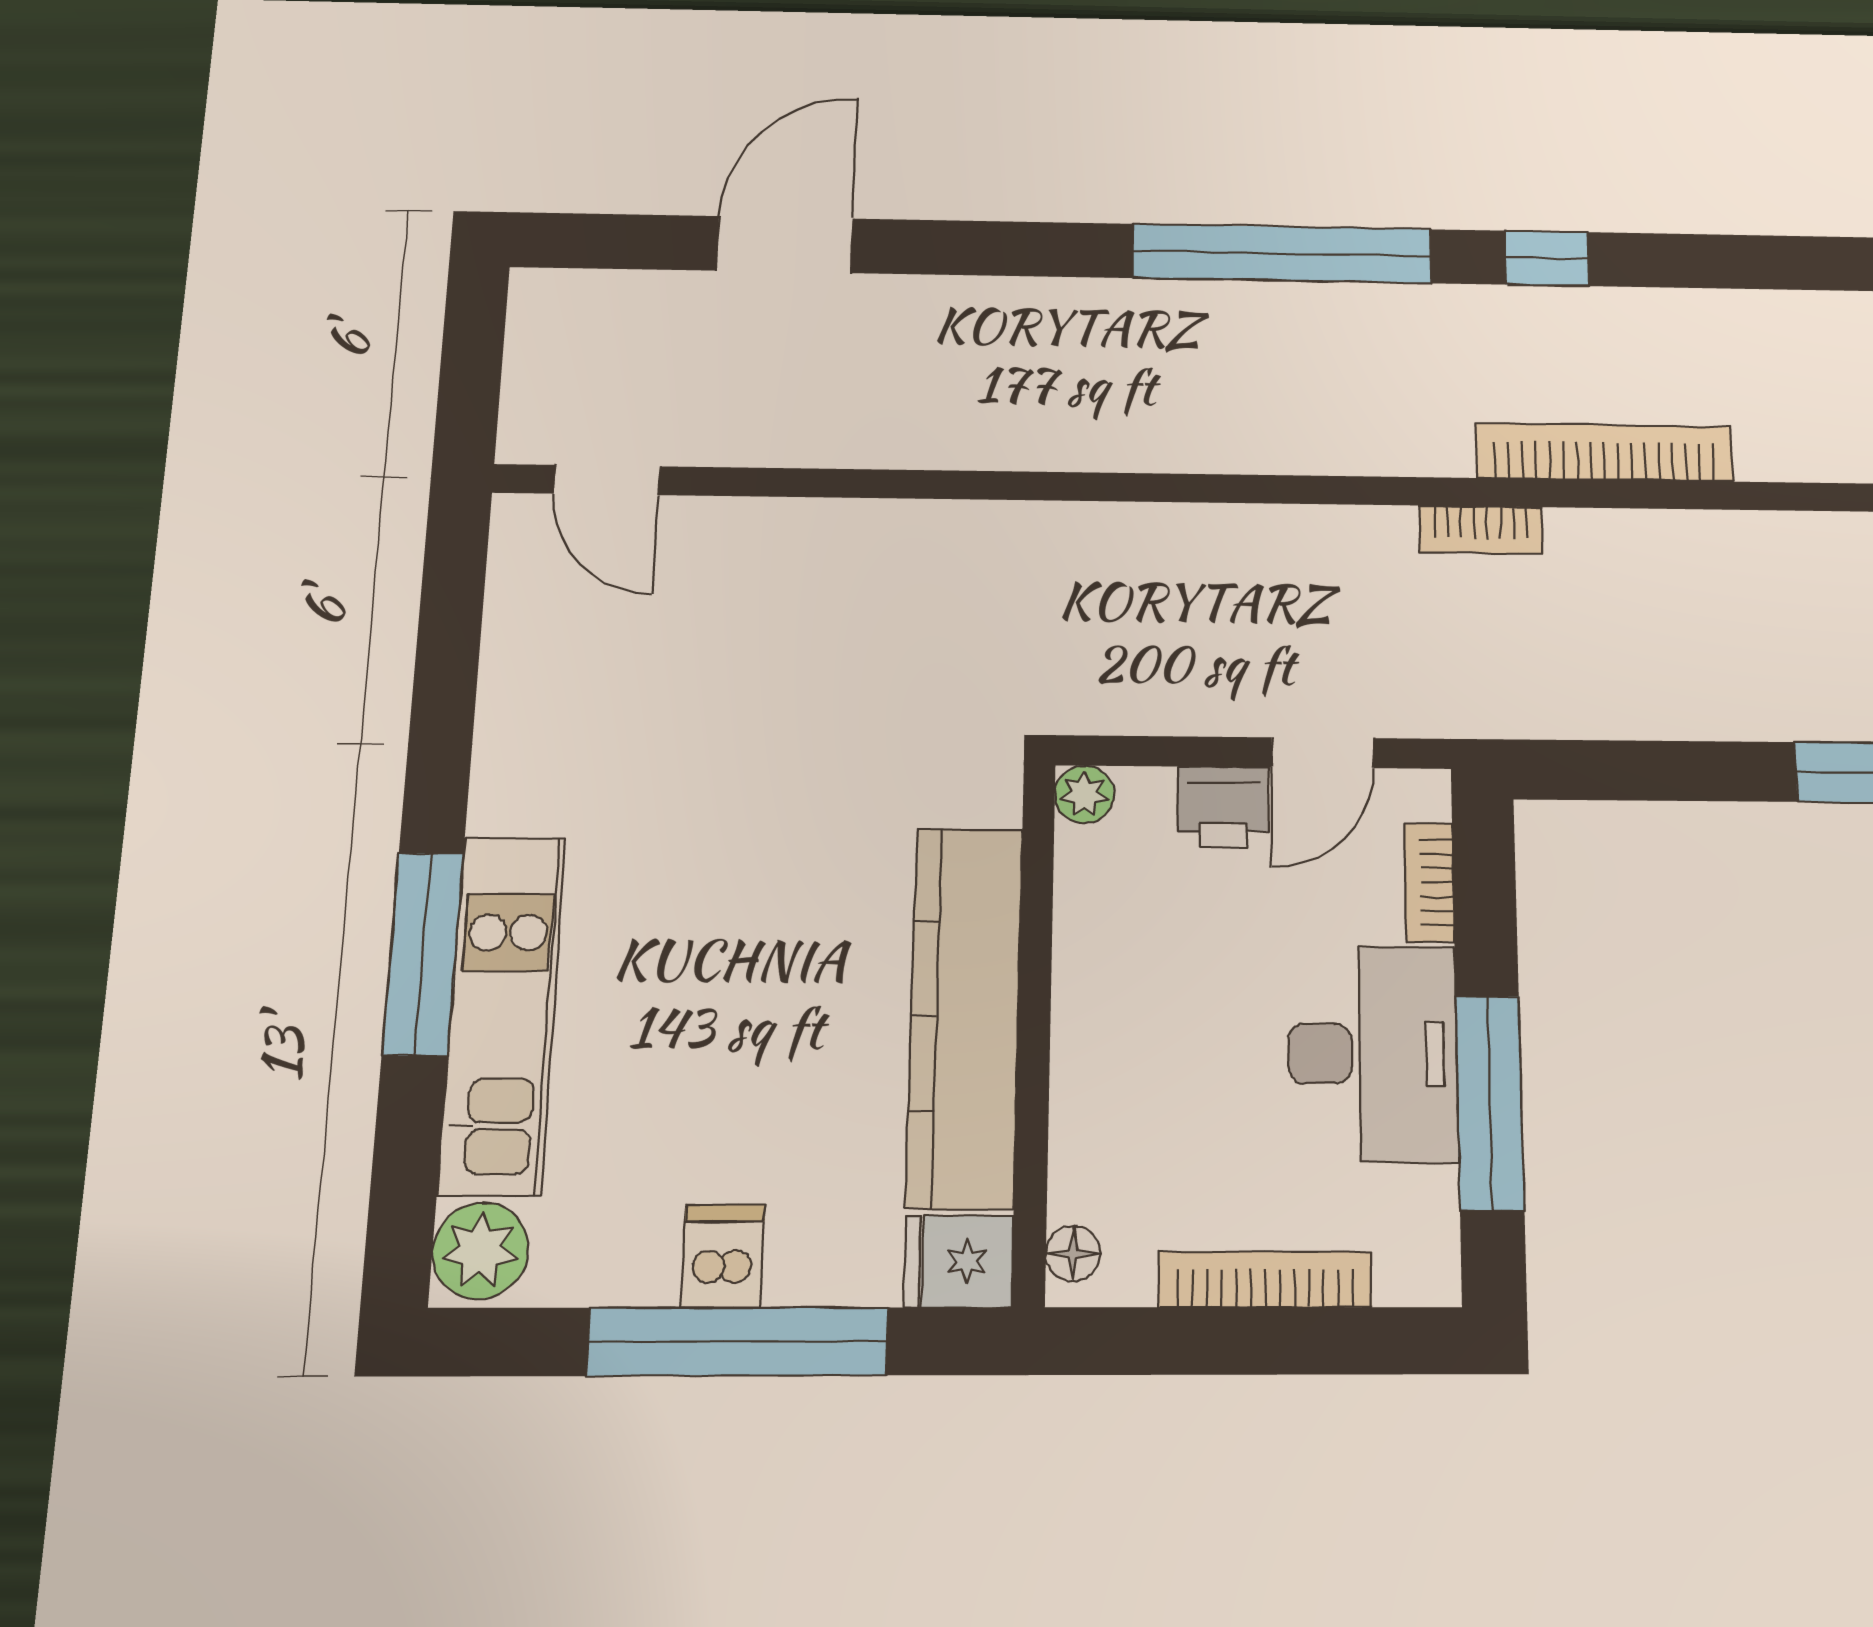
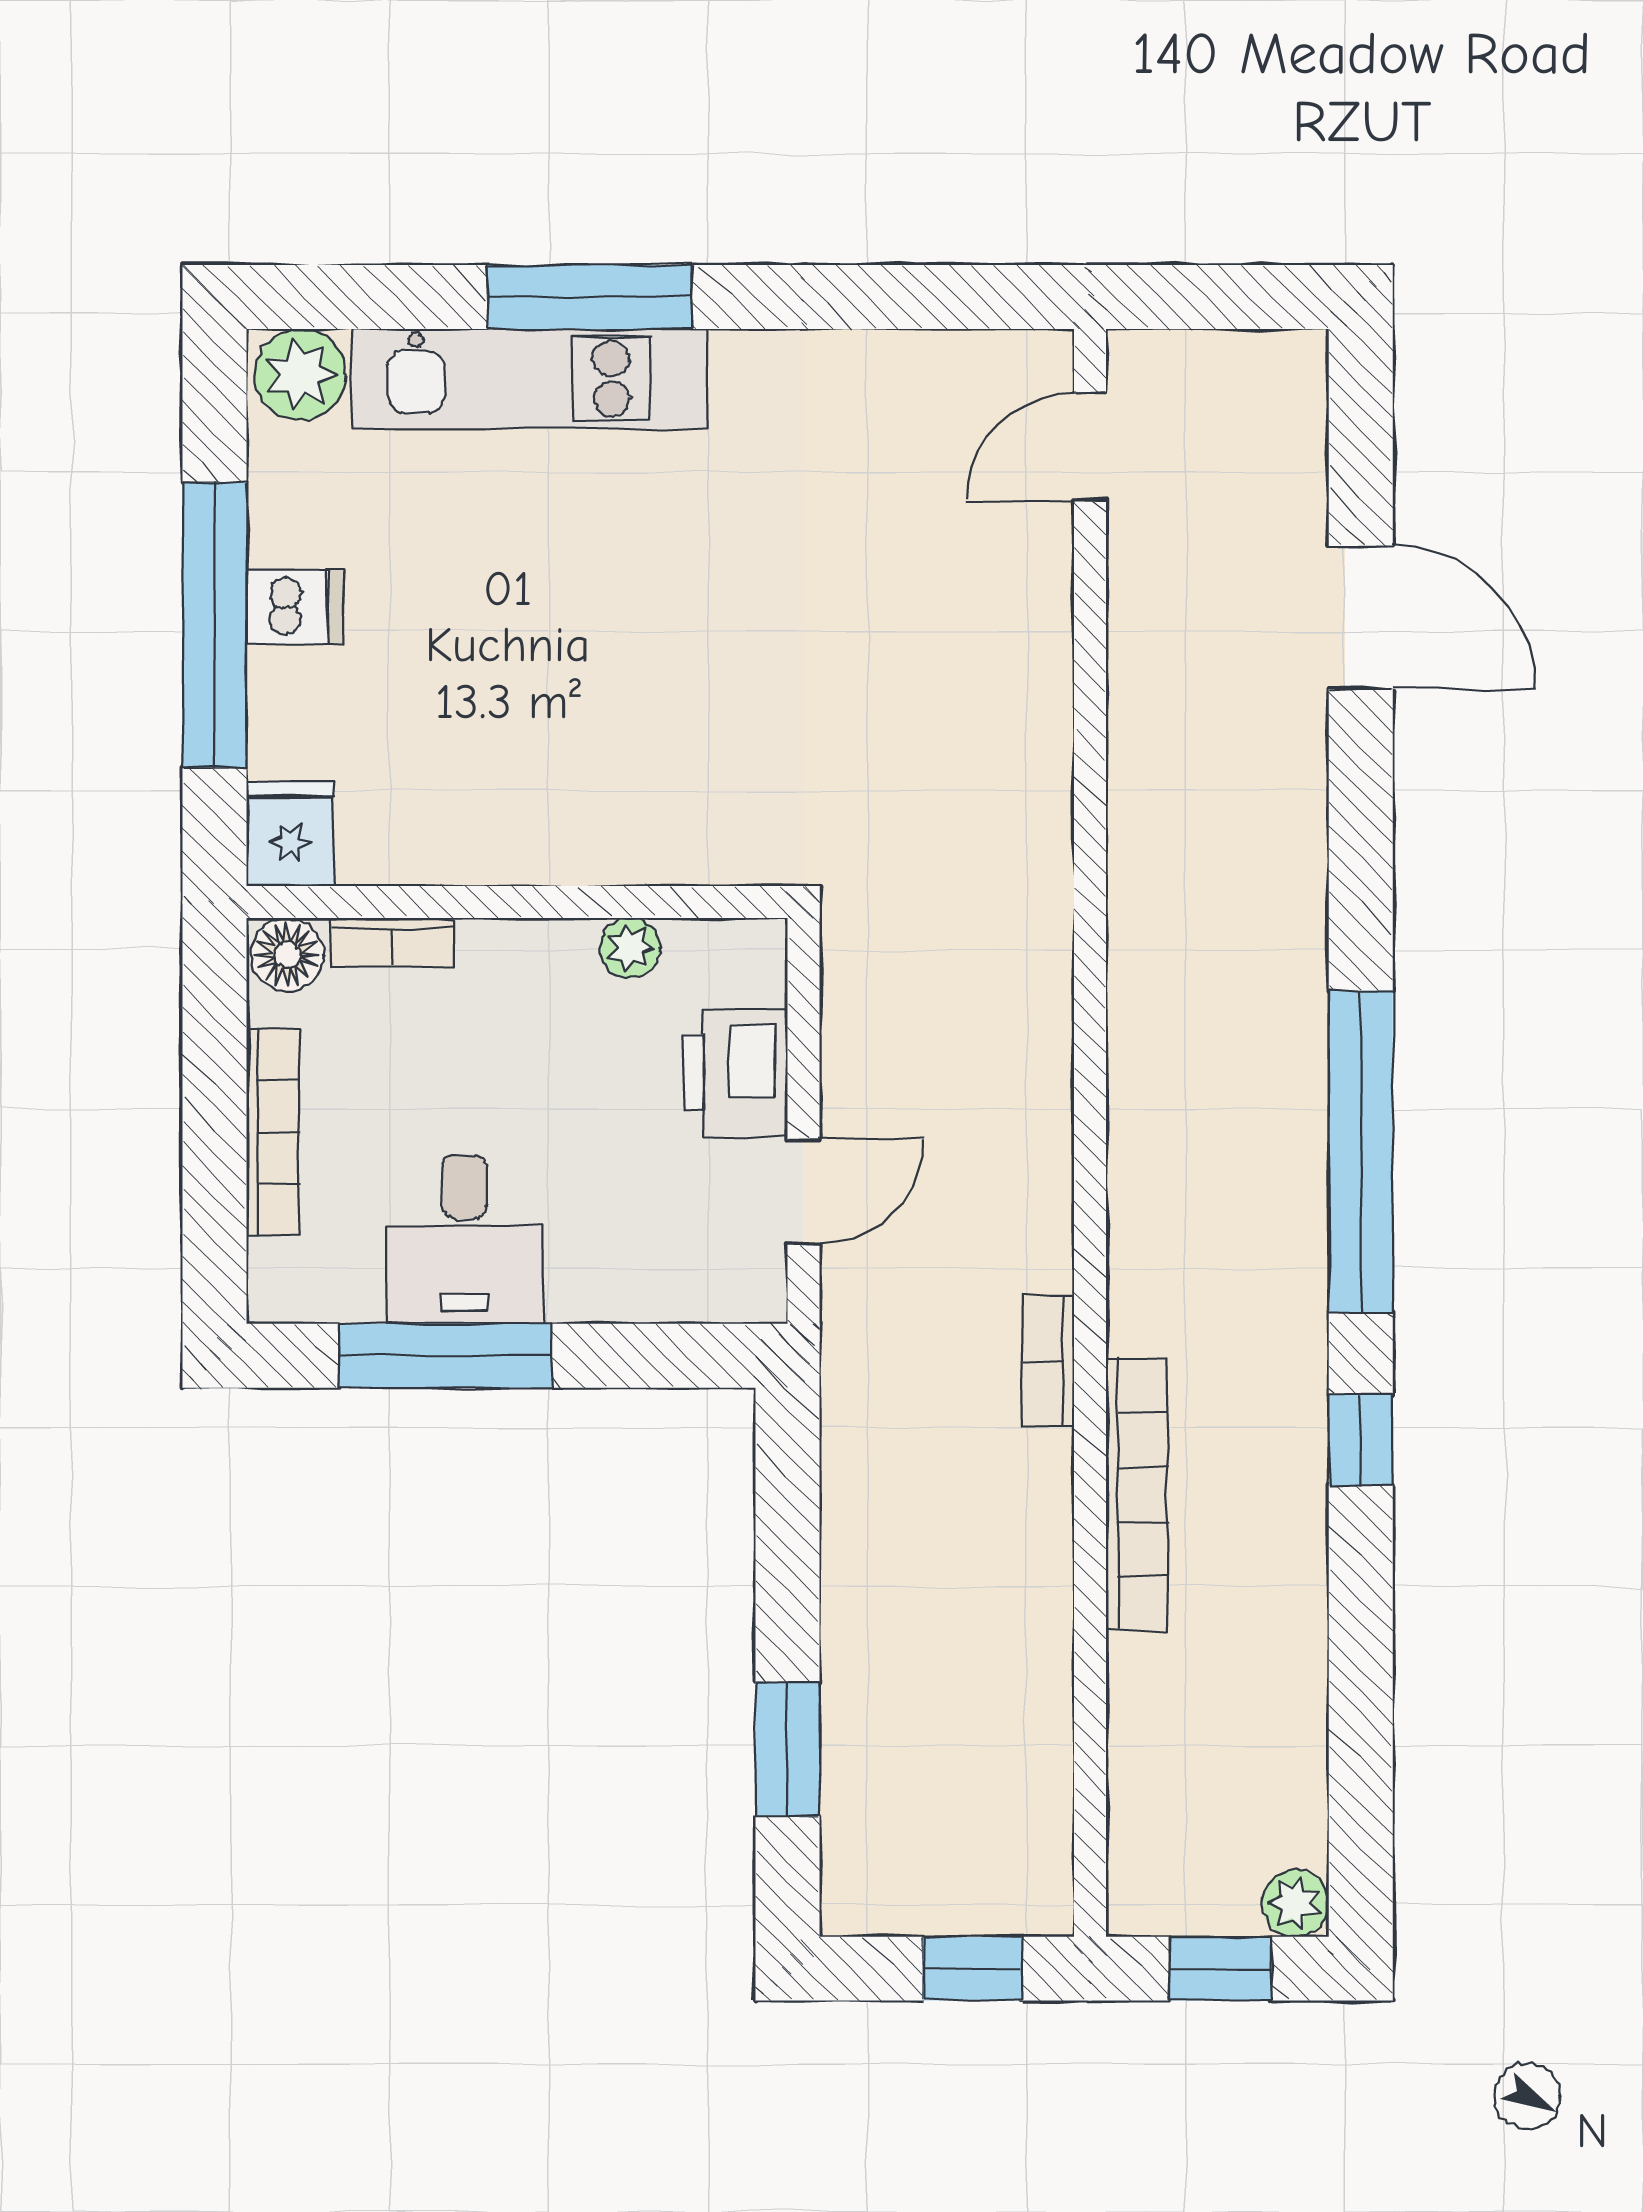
door: (1323, 753) -> (803, 1192), swing flipped
plant: (1084, 794) -> (630, 948), moved
printer: (1223, 807) -> (735, 1073), width x1.36, depth x1.24
bookcase: (1429, 882) -> (392, 942), moved, turned 180
kitchen counter: (965, 1016) -> (530, 833), removed
desk: (1373, 1054) -> (464, 1239), width x0.73
floor lamp: (1073, 1254) -> (287, 954), width x1.37, depth x1.37

